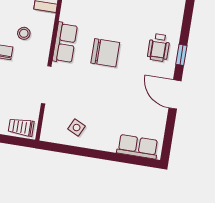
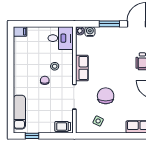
chair: (105, 53) -> (106, 96), moved, turned -90

